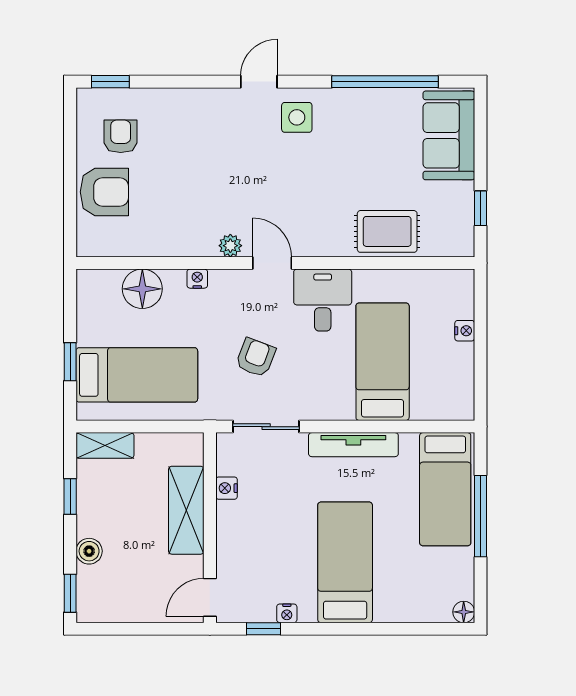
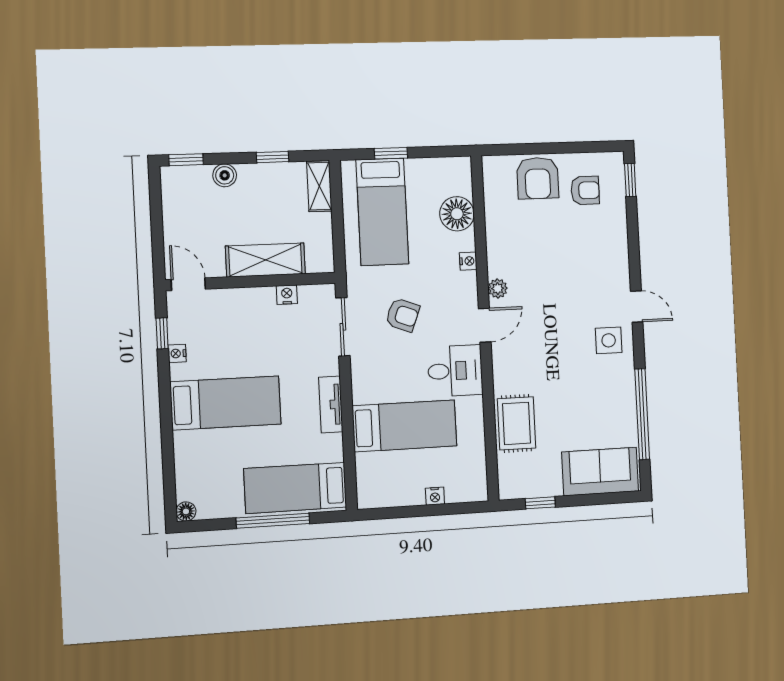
tv unit: (353, 445) -> (331, 405), width x0.71

